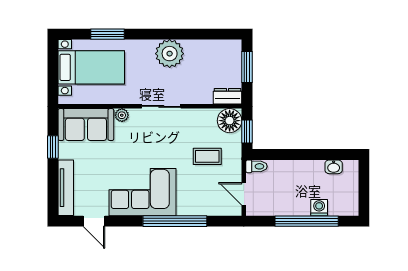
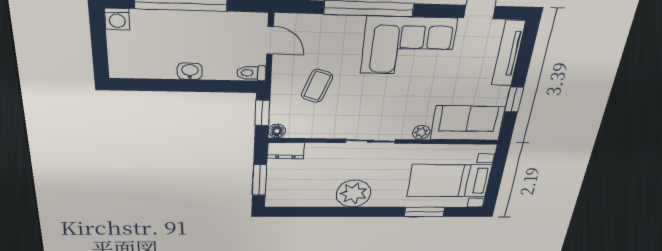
floor lamp: (230, 121) -> (277, 131), width x0.53, depth x0.53
coffee table: (207, 156) -> (317, 86), turned -71
washbasin: (334, 167) -> (190, 71), moved
washing machine: (319, 208) -> (117, 19), moved

